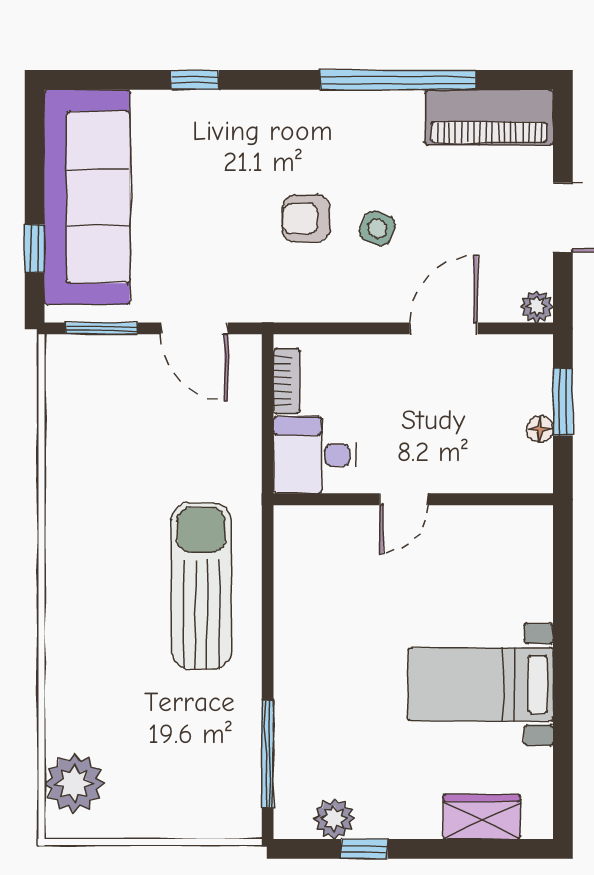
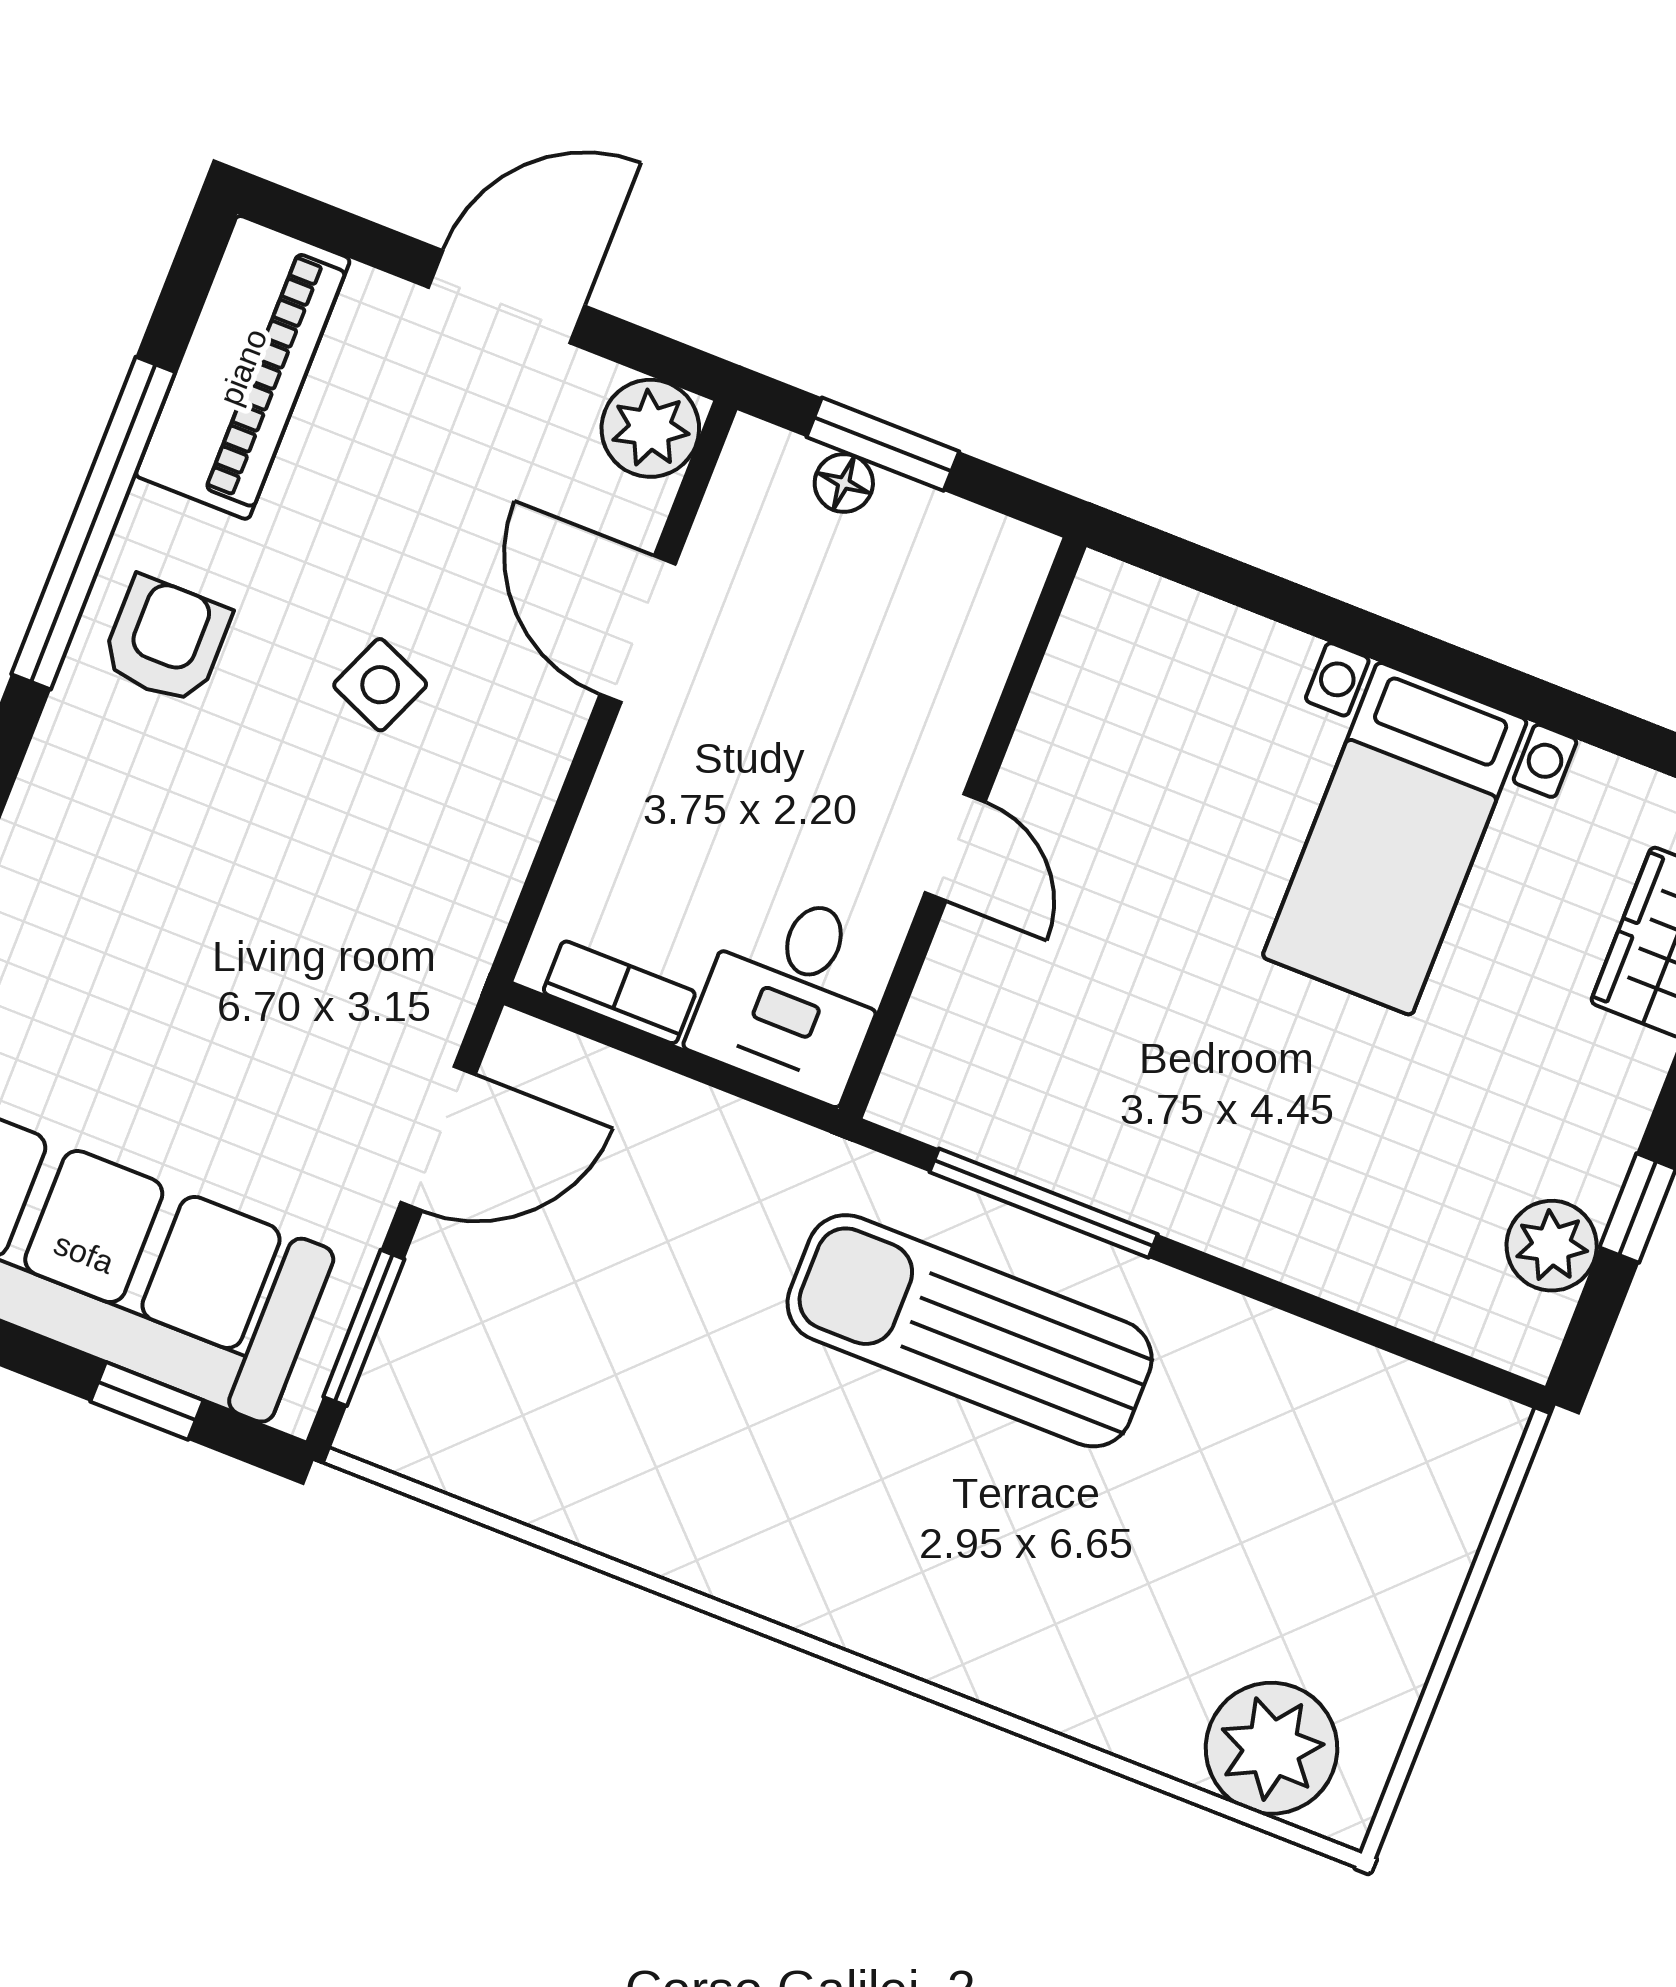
armchair: (306, 218) -> (166, 640), moved, turned 180
plant: (537, 306) -> (650, 428), width x1.38, depth x1.38
floor lamp: (540, 429) -> (844, 483), moved
window: (268, 754) -> (1044, 1203), moved

